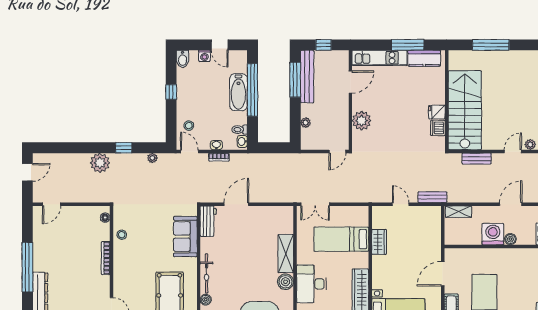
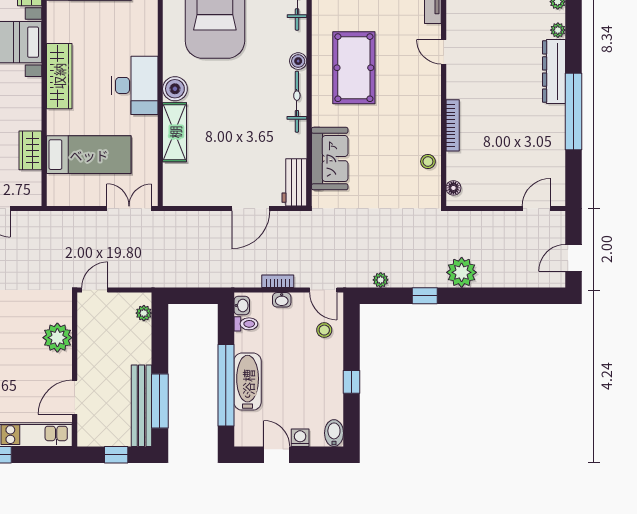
plant: (306, 123) -> (144, 313), moved

